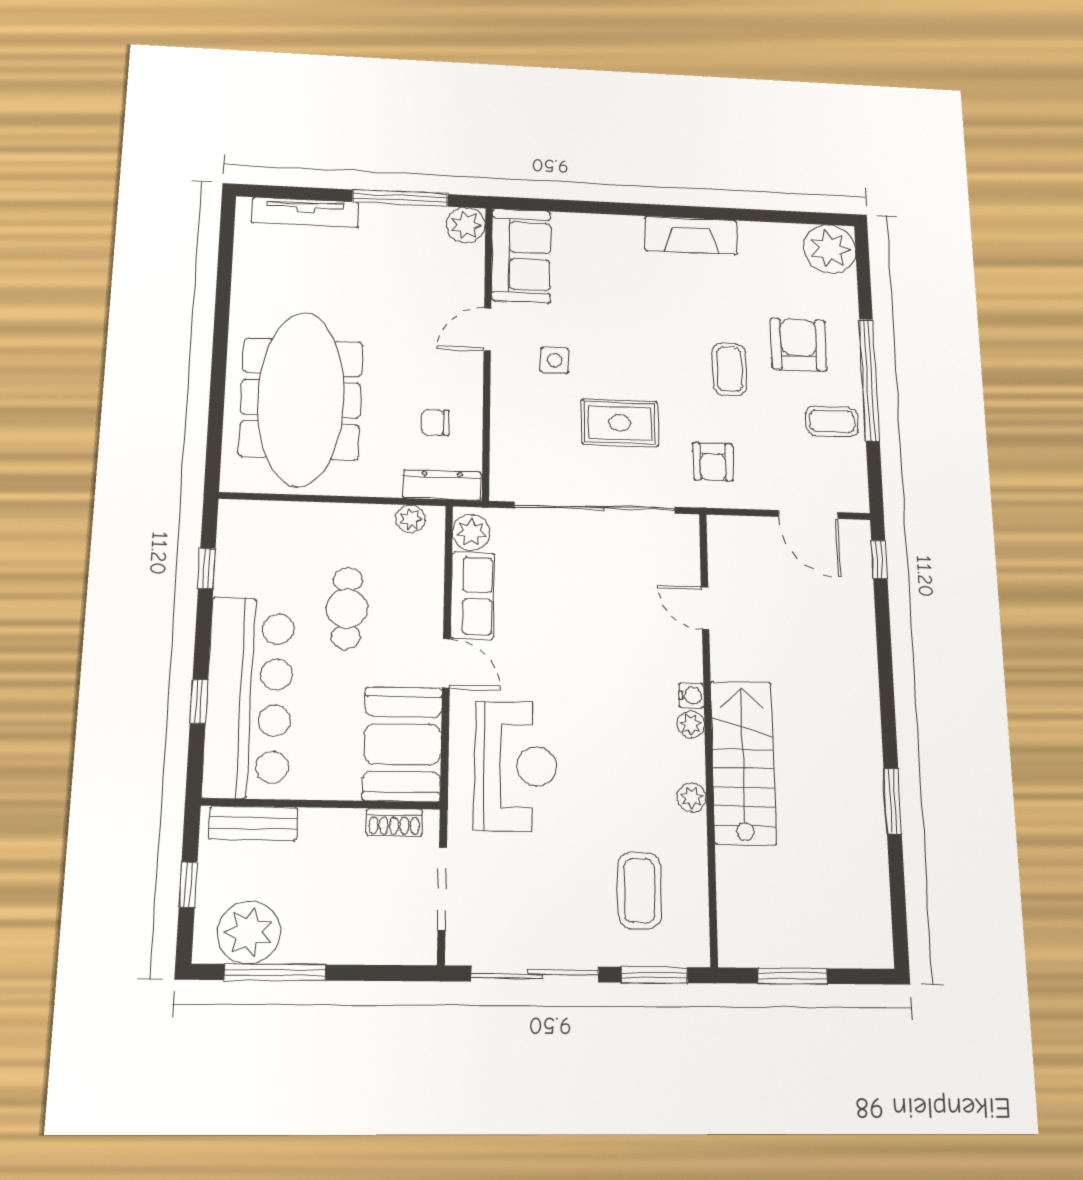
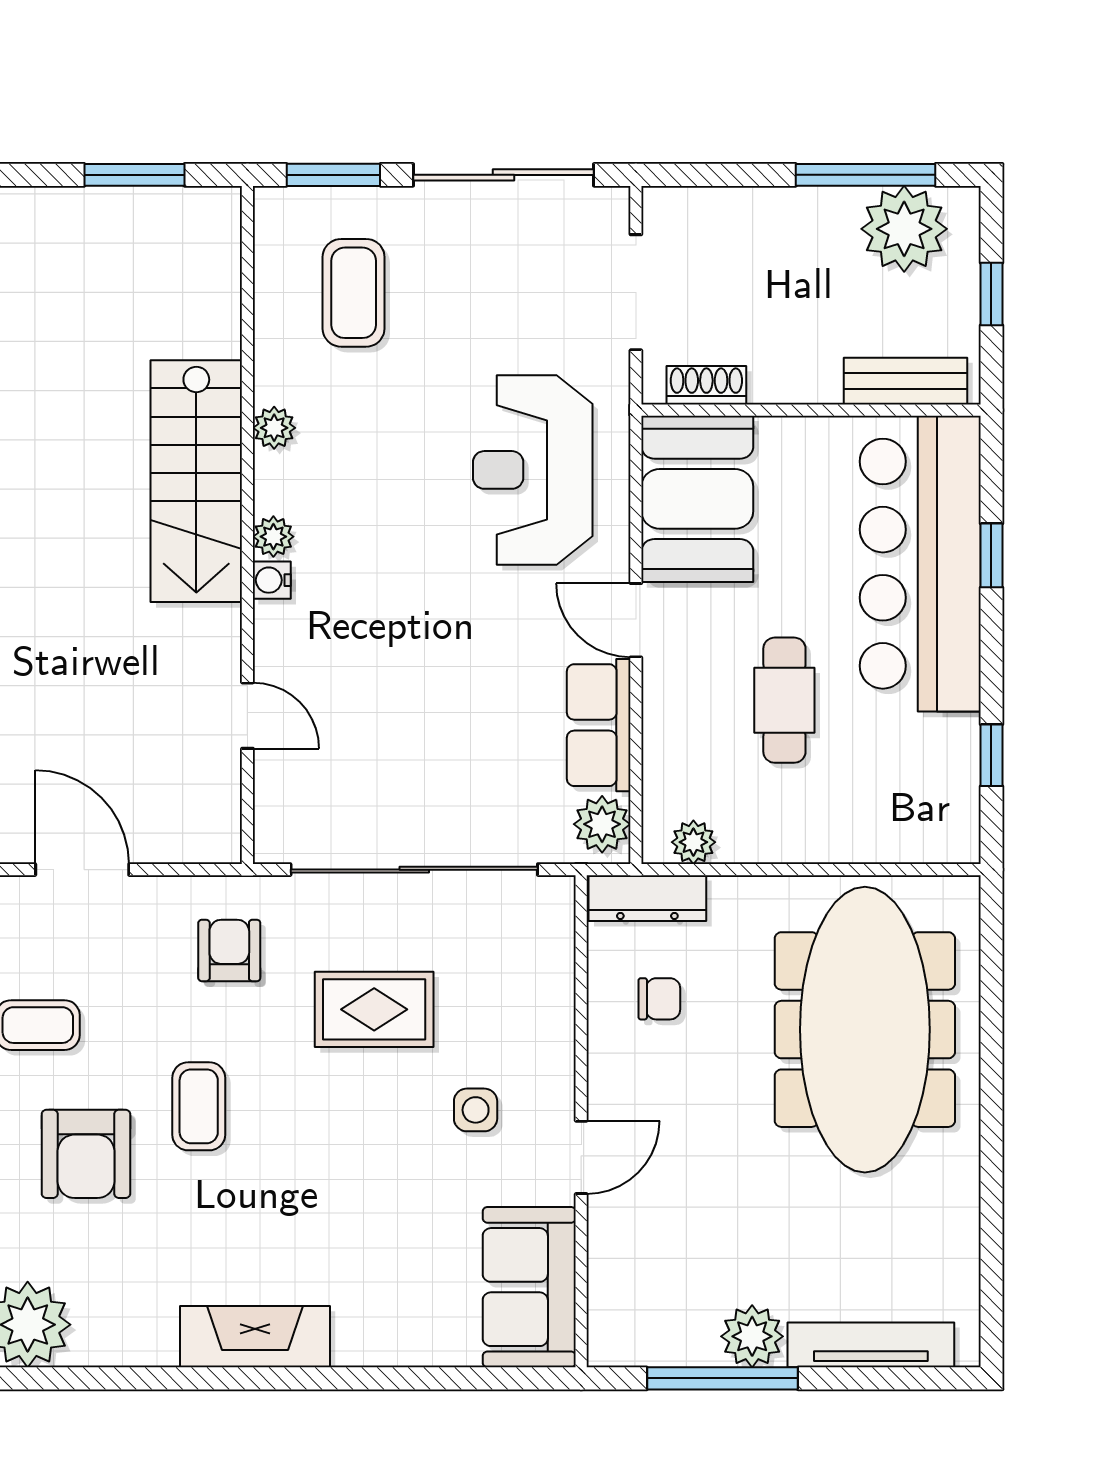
plant: (466, 225) -> (752, 1336), moved

